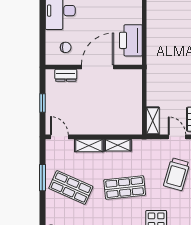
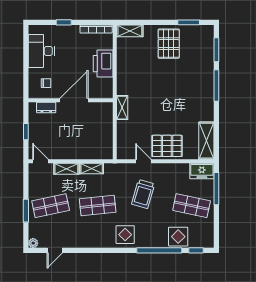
printer: (131, 40) -> (103, 64), moved
shelving: (153, 121) -> (122, 108), moved
window: (42, 178) -> (26, 211), moved
shop shelf: (71, 187) -> (51, 206), turned -36

